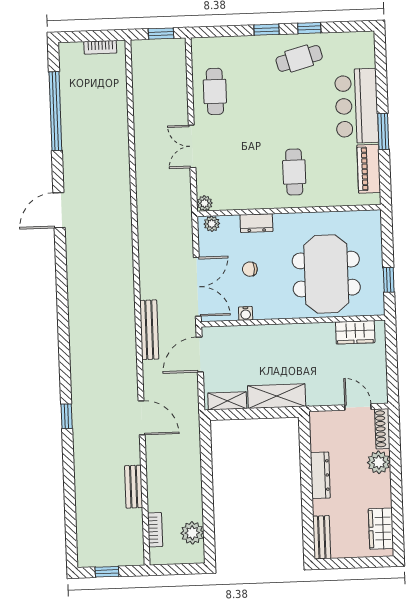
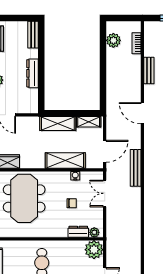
plant: (205, 203) -> (94, 250), width x1.88, depth x1.88
dresser: (256, 223) -> (78, 232), moved
double door: (197, 287) -> (105, 193), width x0.73
shelving: (263, 337) -> (65, 161), added

